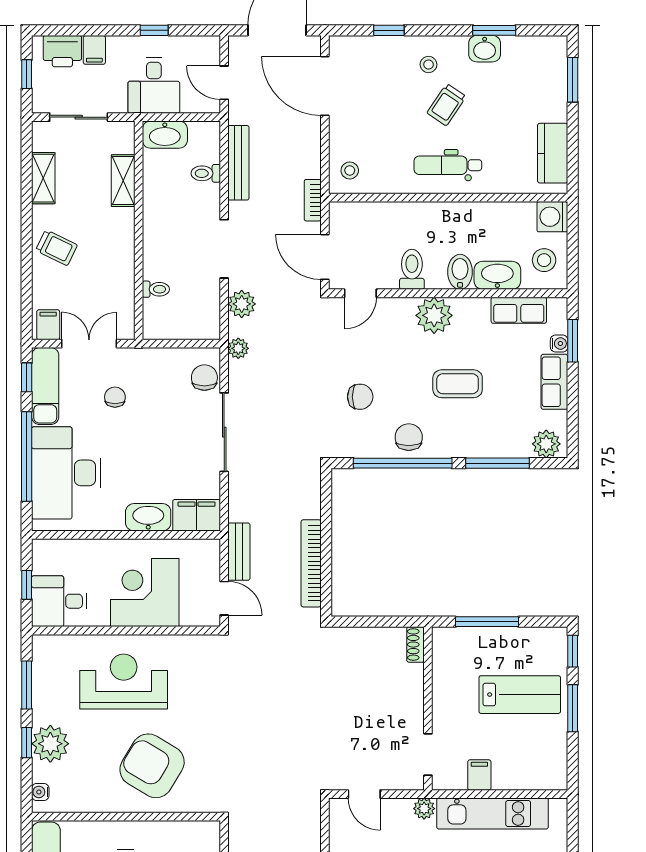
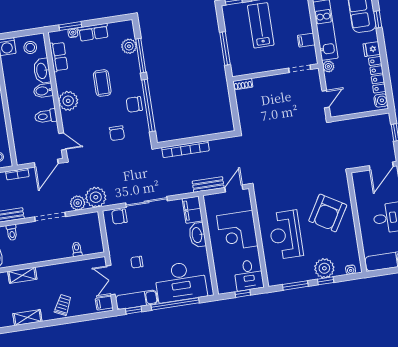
plant: (238, 348) -> (96, 197), width x1.87, depth x1.87
chair: (360, 397) -> (117, 133), turned 180
plant: (546, 444) -> (129, 46), moved
bookcase: (311, 563) -> (185, 149), moved

